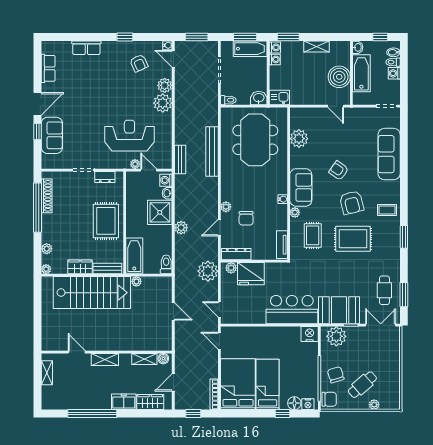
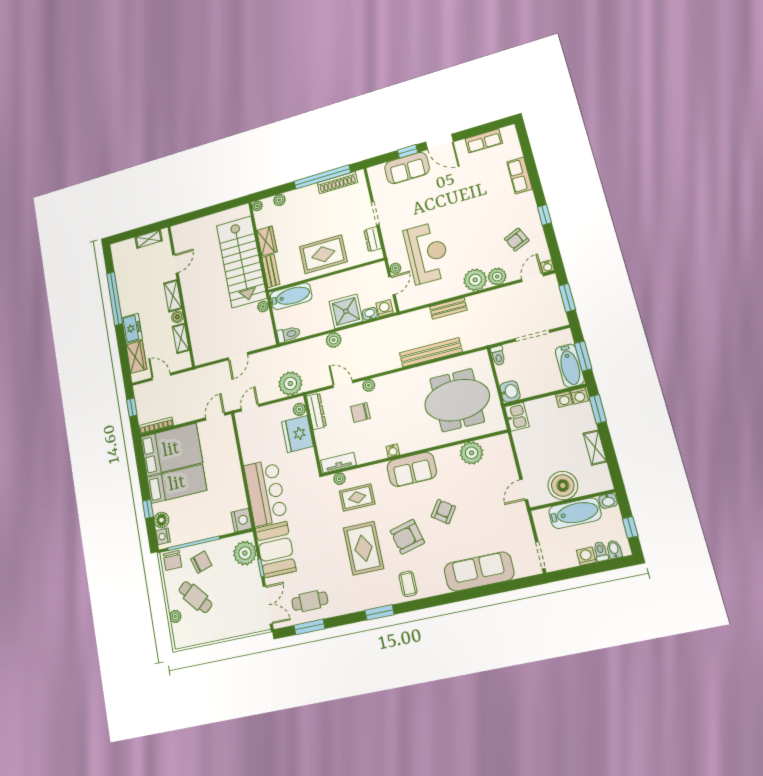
bench: (180, 159) -> (448, 308), moved
plant: (295, 212) -> (340, 479), moved
boiler: (163, 359) -> (177, 317), moved

